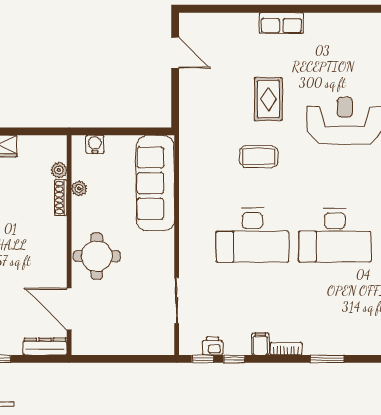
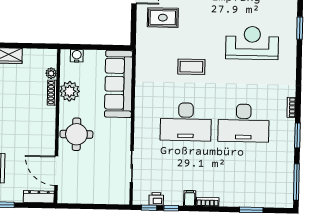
rug: (268, 99) -> (163, 18), moved, turned 90
plant: (79, 188) -> (70, 91), width x1.88, depth x1.88
window: (327, 359) -> (251, 210), moved

